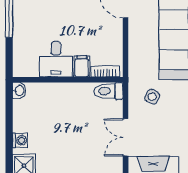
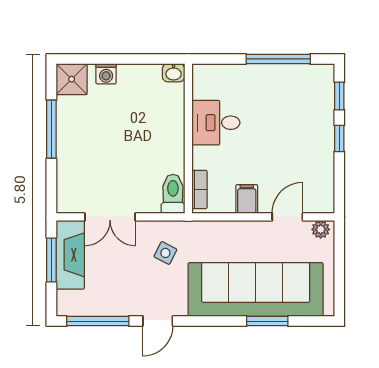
filing cabinet: (82, 66) -> (247, 199), moved, turned -90
double door: (126, 137) -> (110, 217), swing flipped

